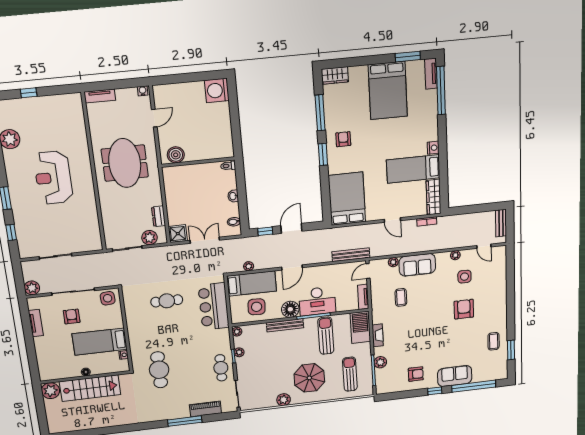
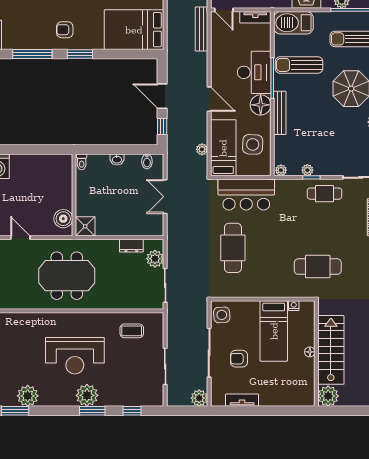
plant: (19, 192) -> (87, 395), added
coffee table: (83, 225) -> (132, 331), added
shower: (178, 234) -> (85, 226), moved
cafe table: (167, 301) -> (233, 248), width x1.37, depth x1.35

